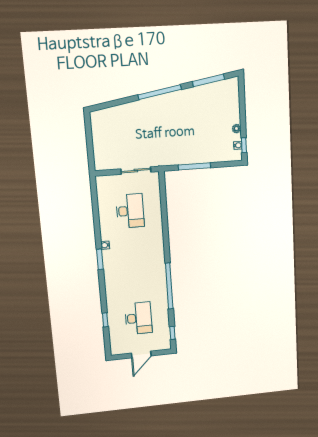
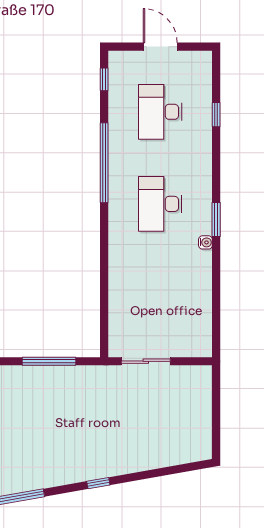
window: (160, 92) -> (98, 483), width x0.32
desk: (130, 211) -> (160, 204), moved
door: (141, 355) -> (160, 47), hinge flipped

